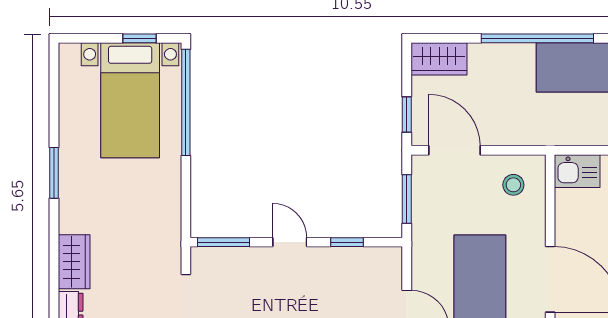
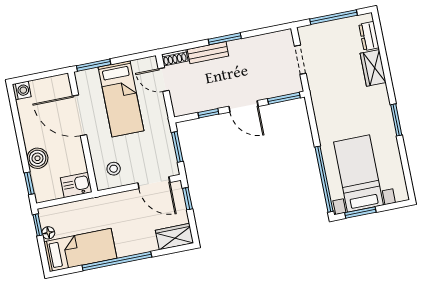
window: (139, 38) -> (360, 213), width x1.50
door: (290, 242) -> (243, 106), width x1.38

